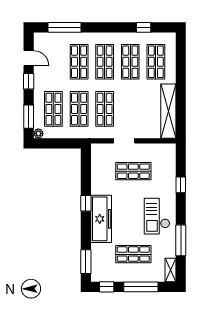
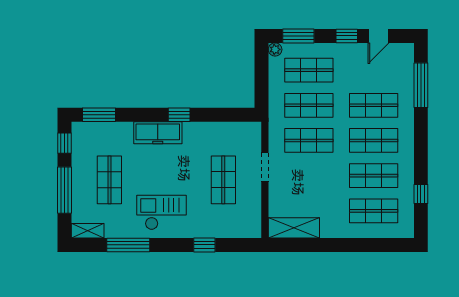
shelving: (168, 111) -> (294, 228), width x0.68
freezer: (101, 219) -> (158, 133), width x0.73, depth x0.79

